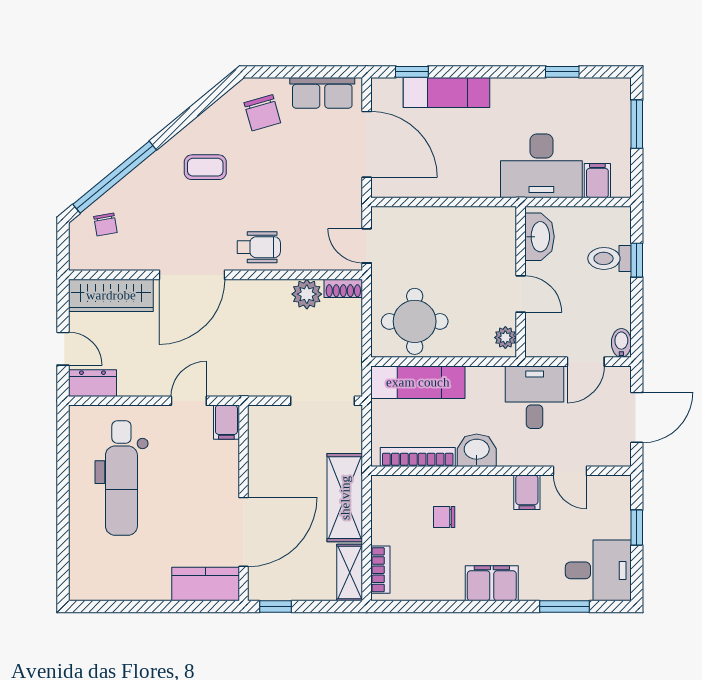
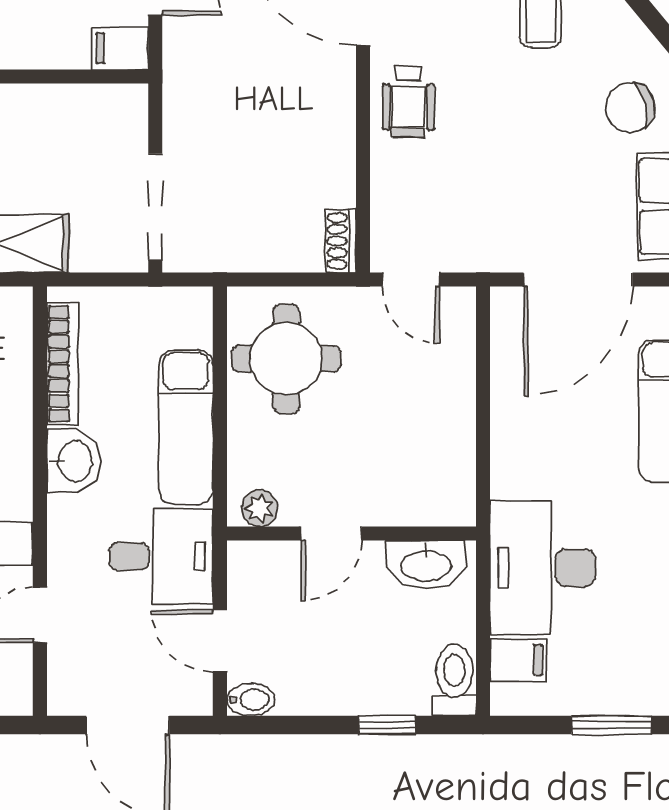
door: (367, 246) -> (411, 280), swing flipped
toilet: (610, 258) -> (454, 680), moved
plant: (307, 294) -> (331, 181), removed
exam couch: (418, 382) -> (186, 427), moved

